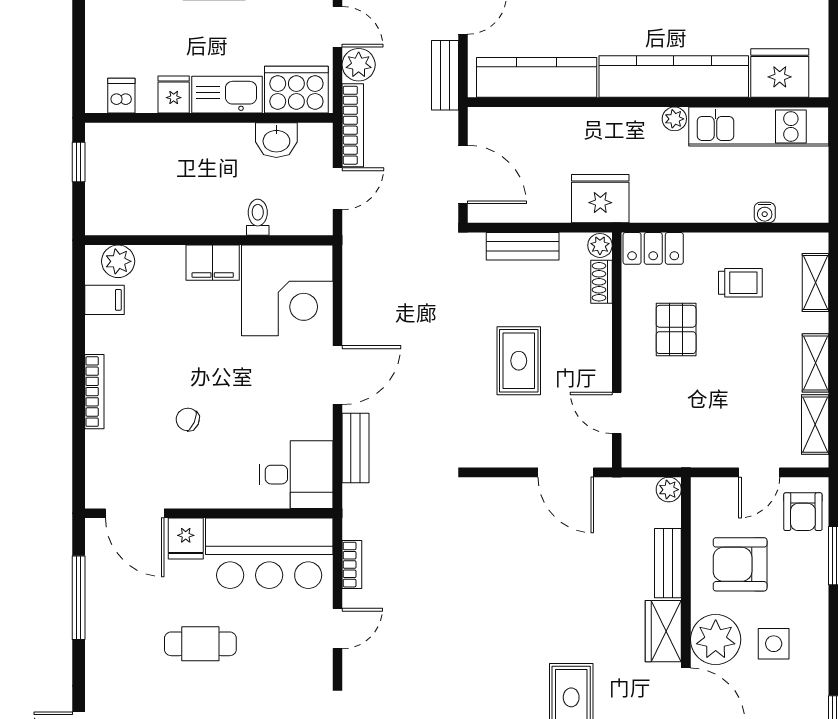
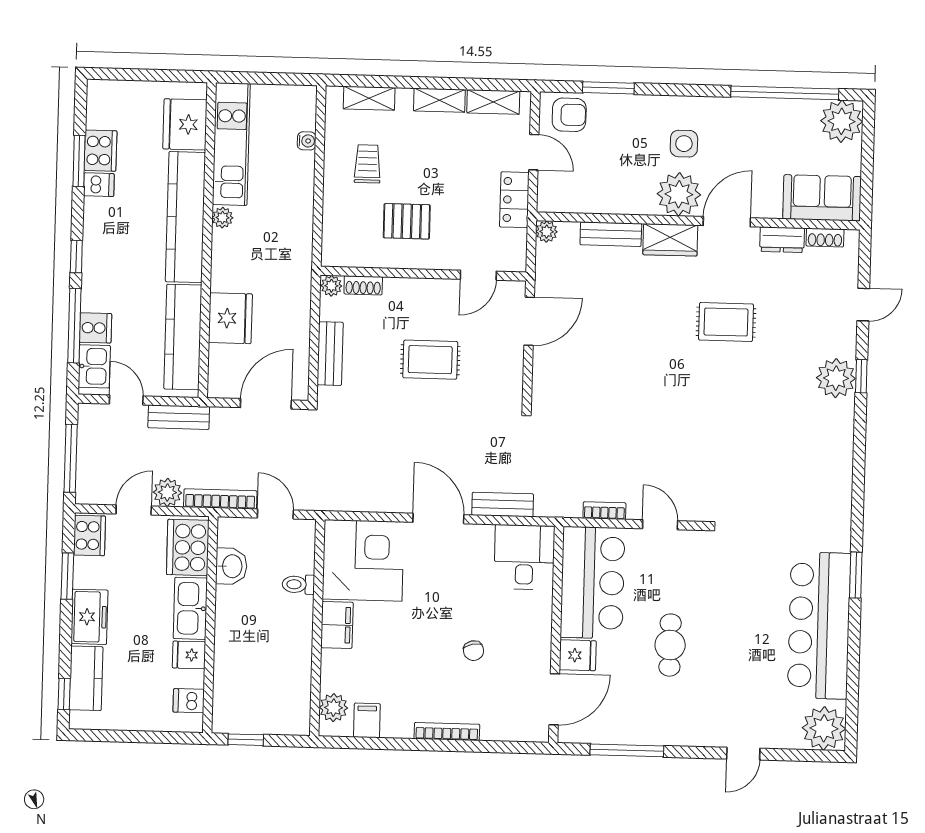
fridge: (600, 199) -> (230, 318), moved, turned 180
locker: (653, 248) -> (514, 200), moved, turned 180
chair: (188, 419) -> (473, 651), turned -37
armchair: (740, 564) -> (614, 171), removed

